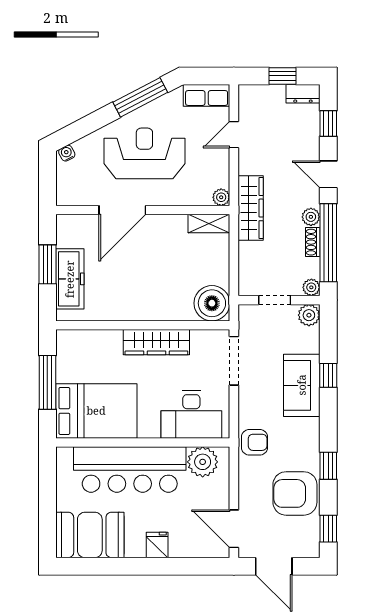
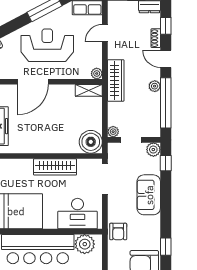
shoe rack: (313, 242) -> (156, 38), moved
plant: (311, 287) -> (113, 132), moved
window: (328, 375) -> (166, 163), moved
armchair: (254, 442) -> (118, 231), turned 90

